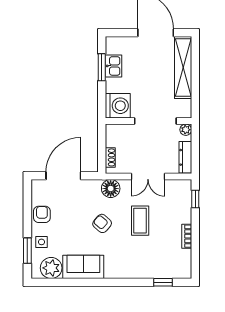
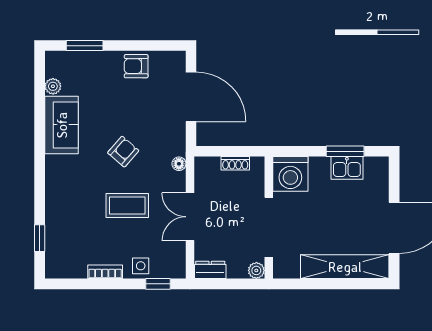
shoe rack: (110, 157) -> (235, 163), moved
dresser: (185, 157) -> (210, 270), width x0.70
floor lamp: (111, 189) -> (179, 164), width x0.53, depth x0.53
armchair: (42, 214) -> (136, 66), turned 180
side table: (41, 242) -> (141, 266), moved
plant: (51, 268) -> (53, 86), width x0.53, depth x0.53

